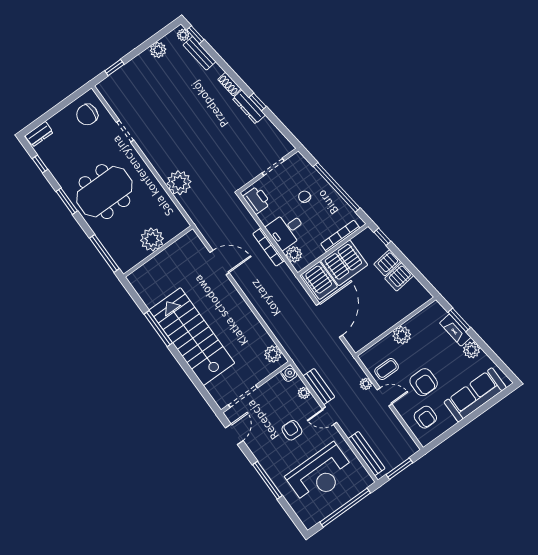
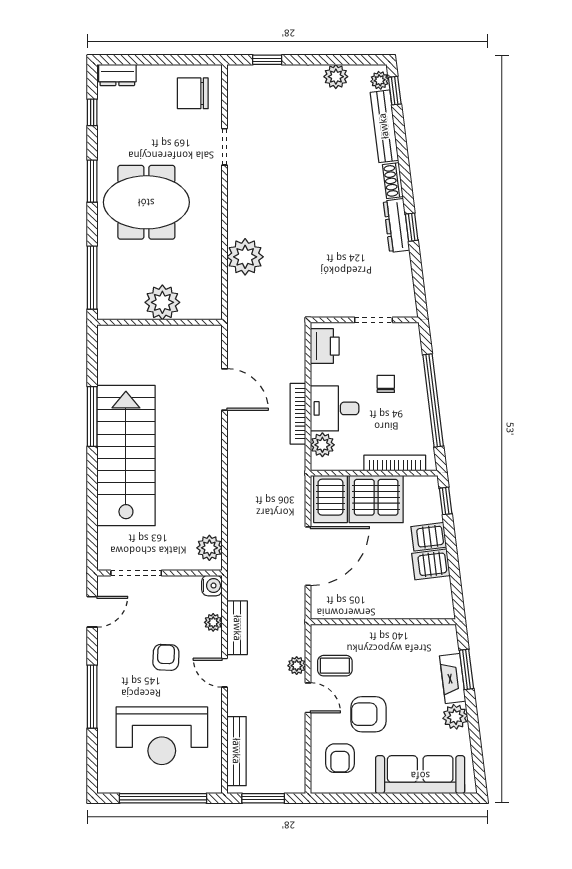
bench: (199, 53) -> (384, 126), width x1.36
plant: (402, 335) -> (383, 638), removed
armchair: (424, 382) -> (369, 714), turned 90

